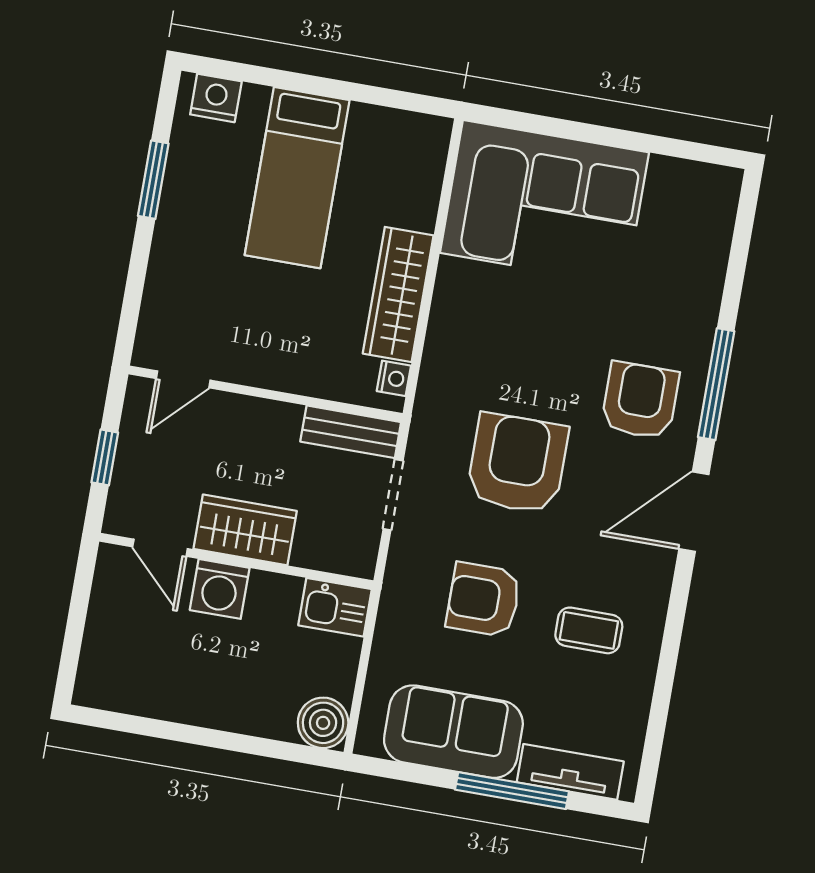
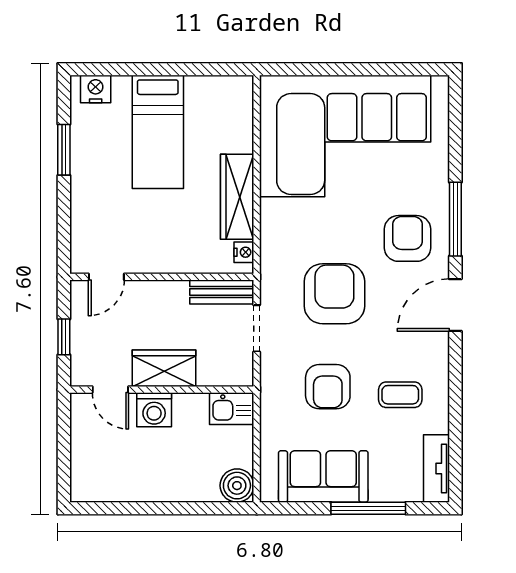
corner sofa: (544, 203) -> (345, 136), width x1.36, depth x1.36
armchair: (483, 600) -> (328, 387), turned -90
tv unit: (570, 772) -> (437, 468), moved, turned -90

